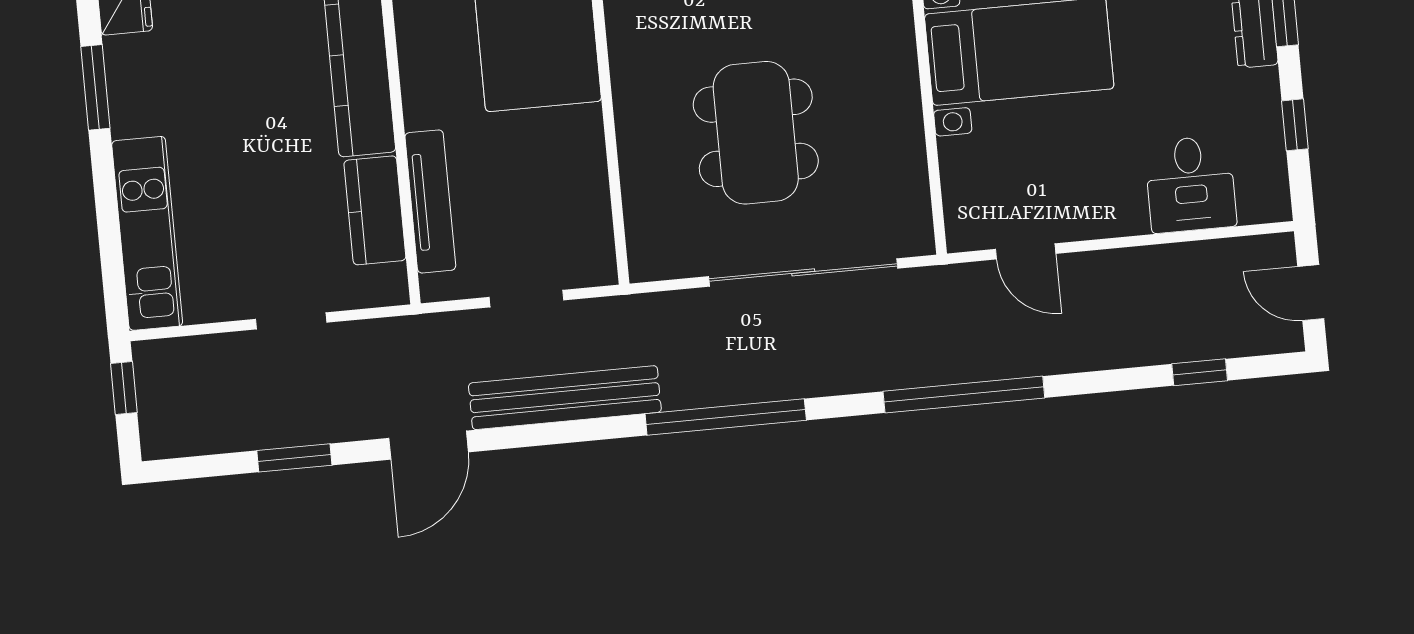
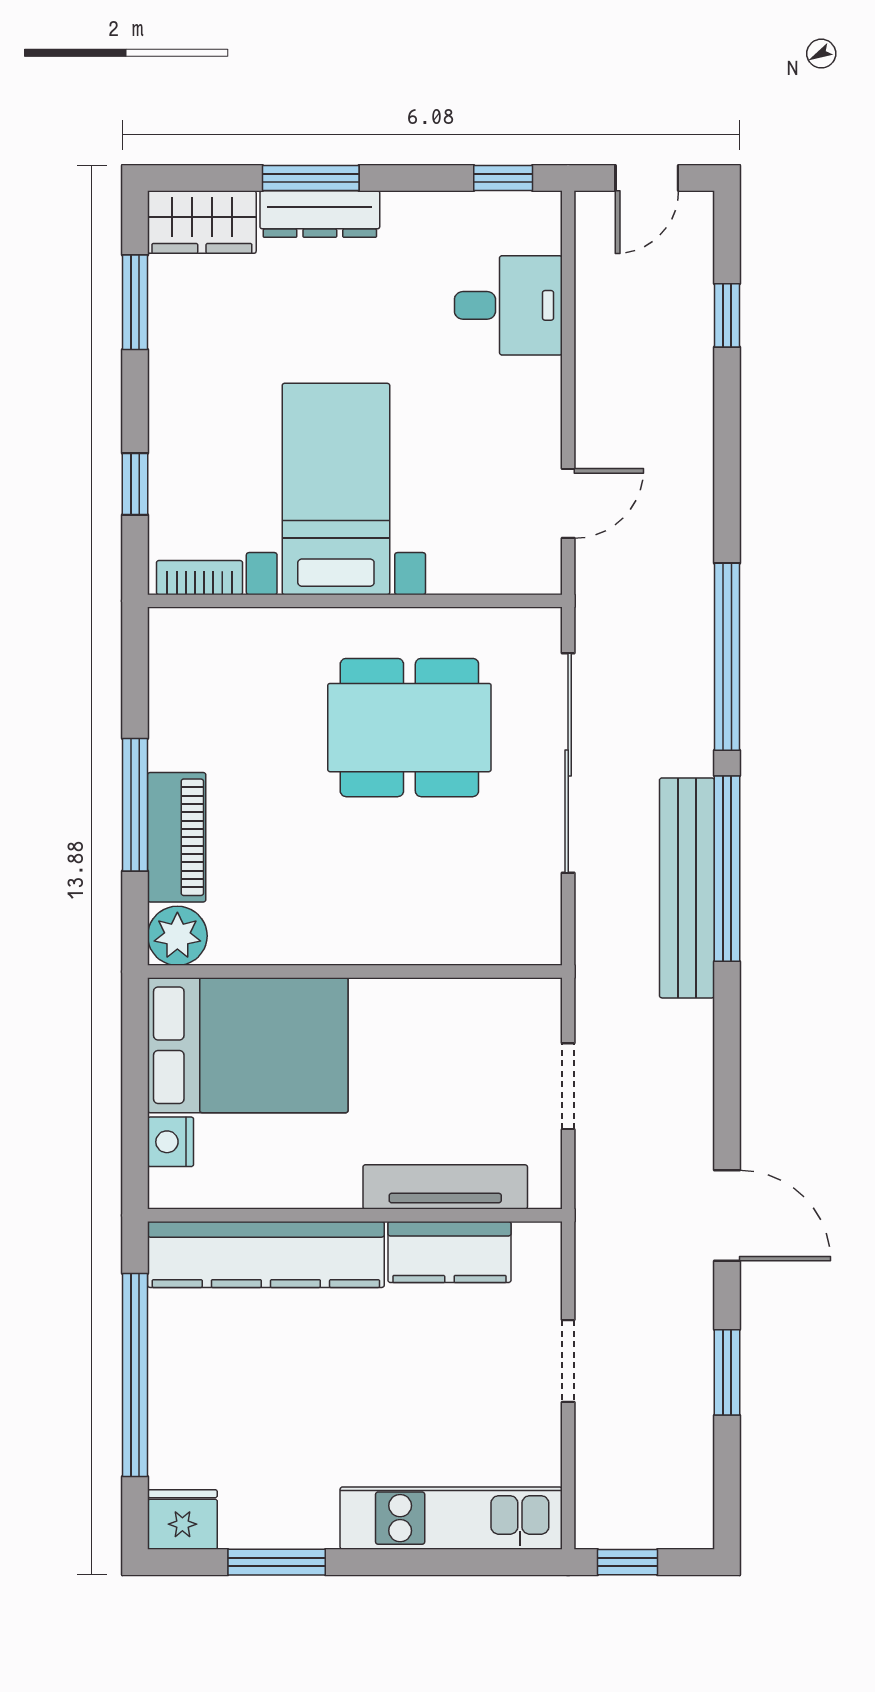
window: (1295, 125) -> (503, 178), moved
dining table: (756, 133) -> (409, 728), moved
window: (964, 395) -> (727, 657), moved
bench: (565, 398) -> (687, 888), moved

